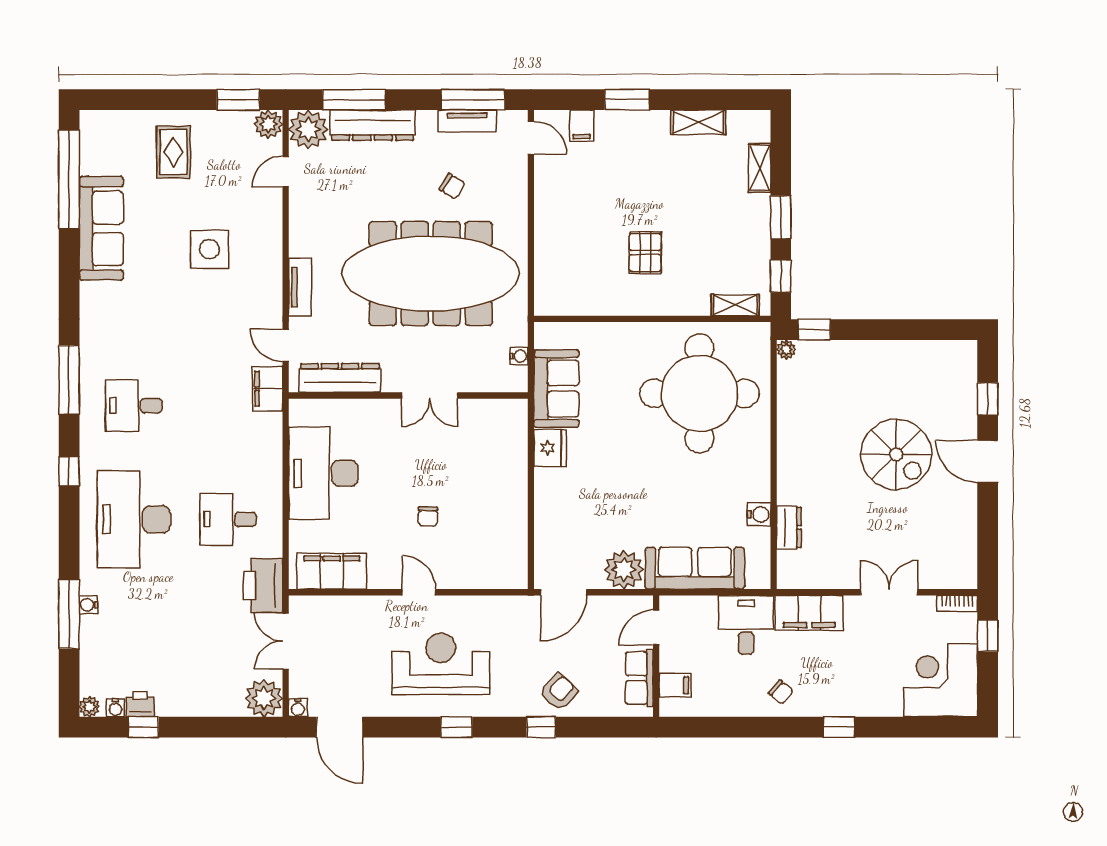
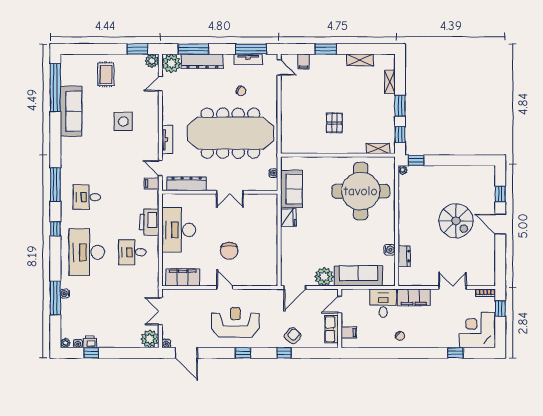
filing cabinet: (268, 389) -> (152, 183), width x0.50
chair: (428, 517) -> (229, 251), width x1.87, depth x1.87
printer: (263, 586) -> (149, 222), moved
window: (839, 727) -> (455, 353), moved

